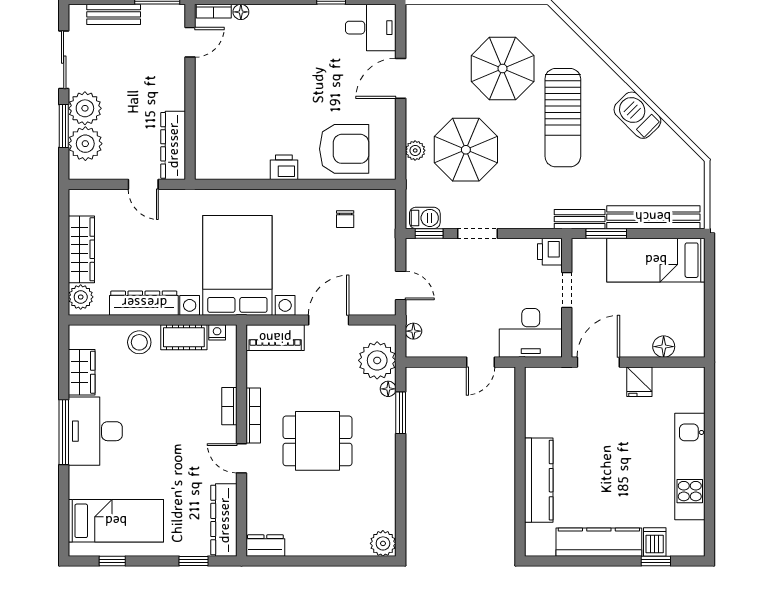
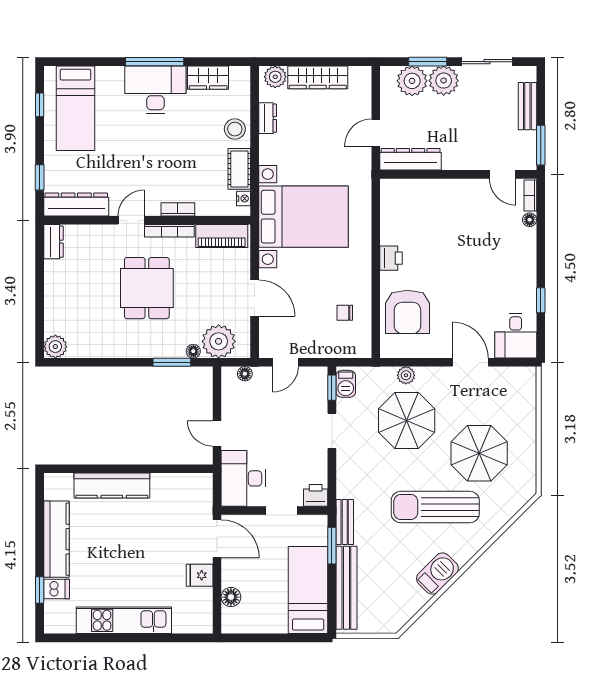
dresser: (144, 303) -> (268, 118), width x0.51, depth x0.80
piano: (275, 338) -> (222, 236), moved, turned -90

